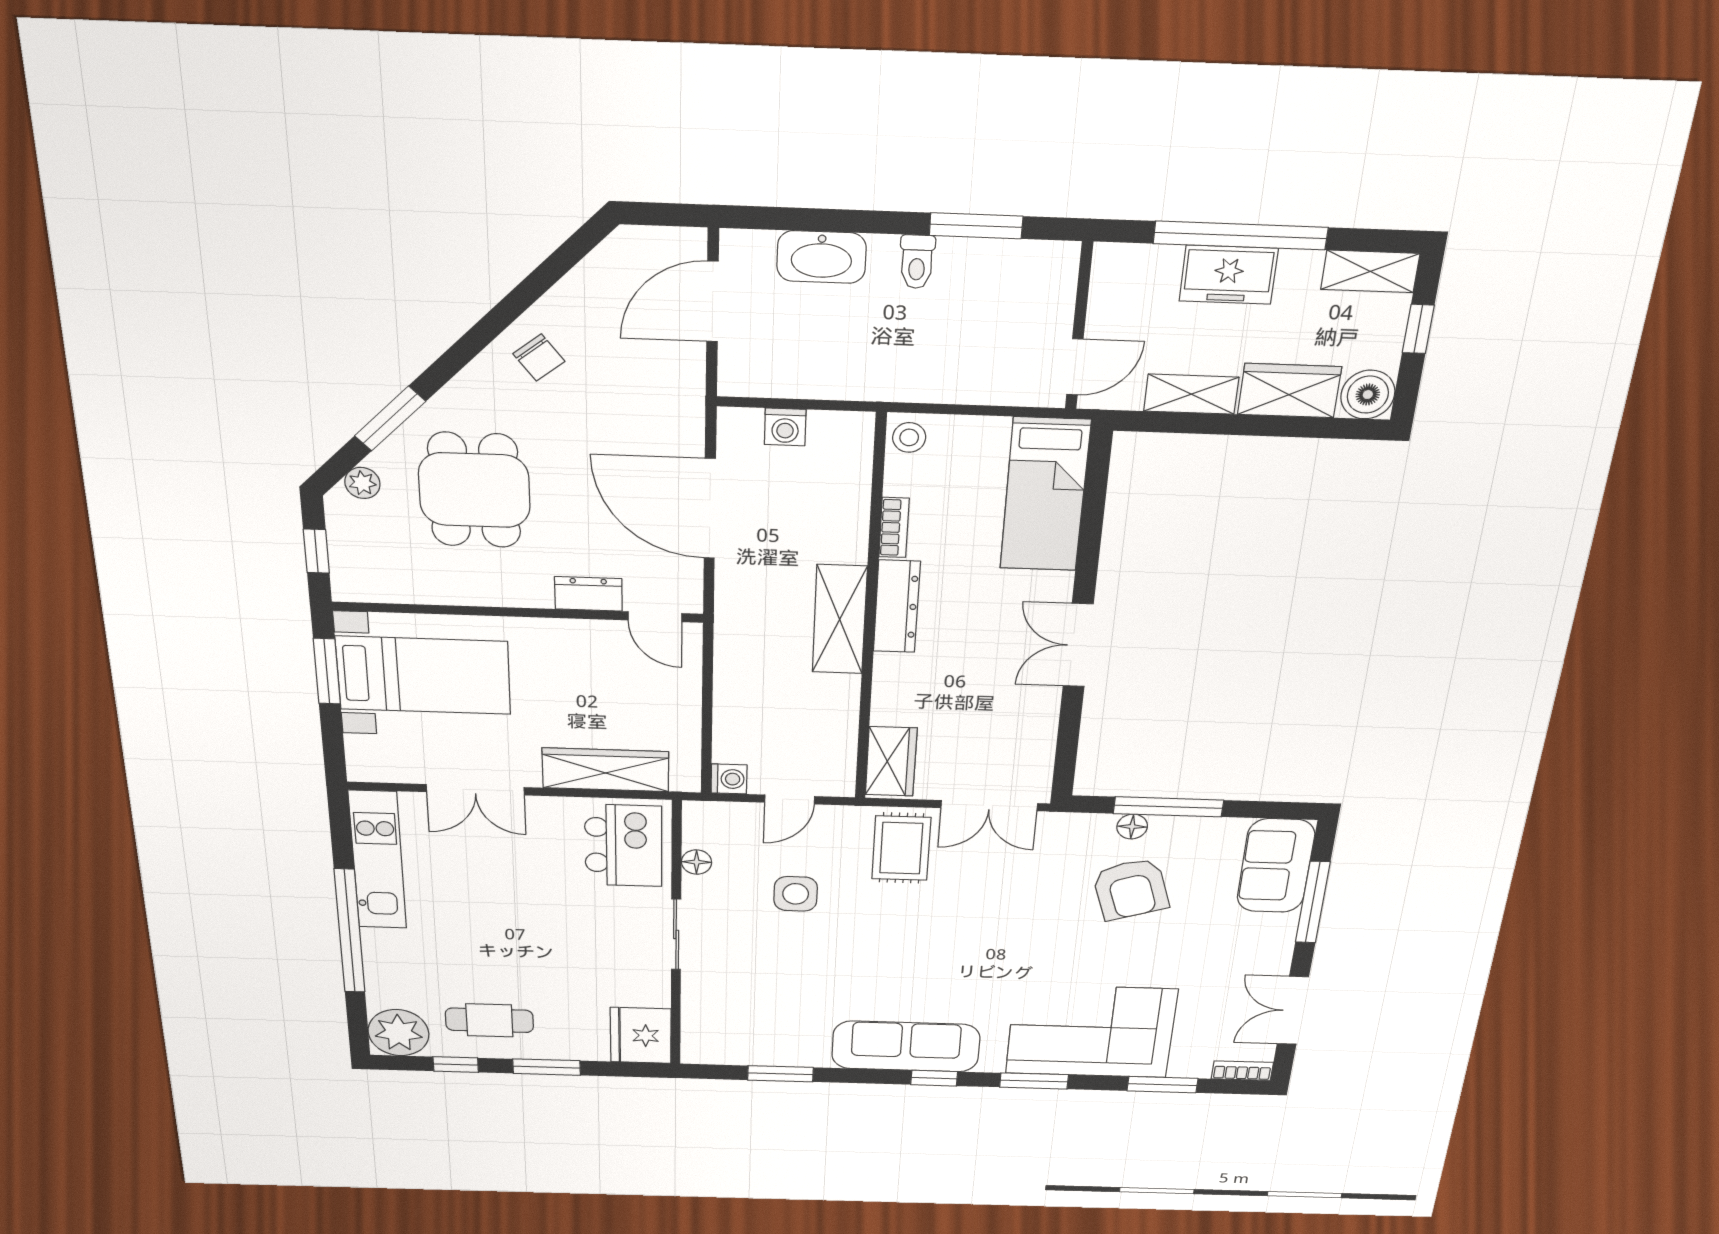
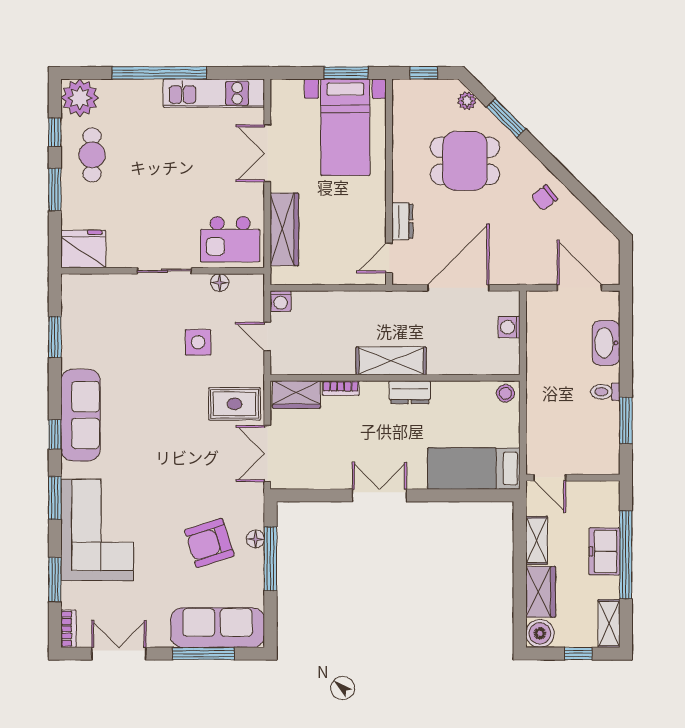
bookcase: (894, 528) -> (341, 388), moved
dresser: (897, 606) -> (410, 392), width x0.70
sofa: (1276, 866) -> (218, 628), width x1.36

